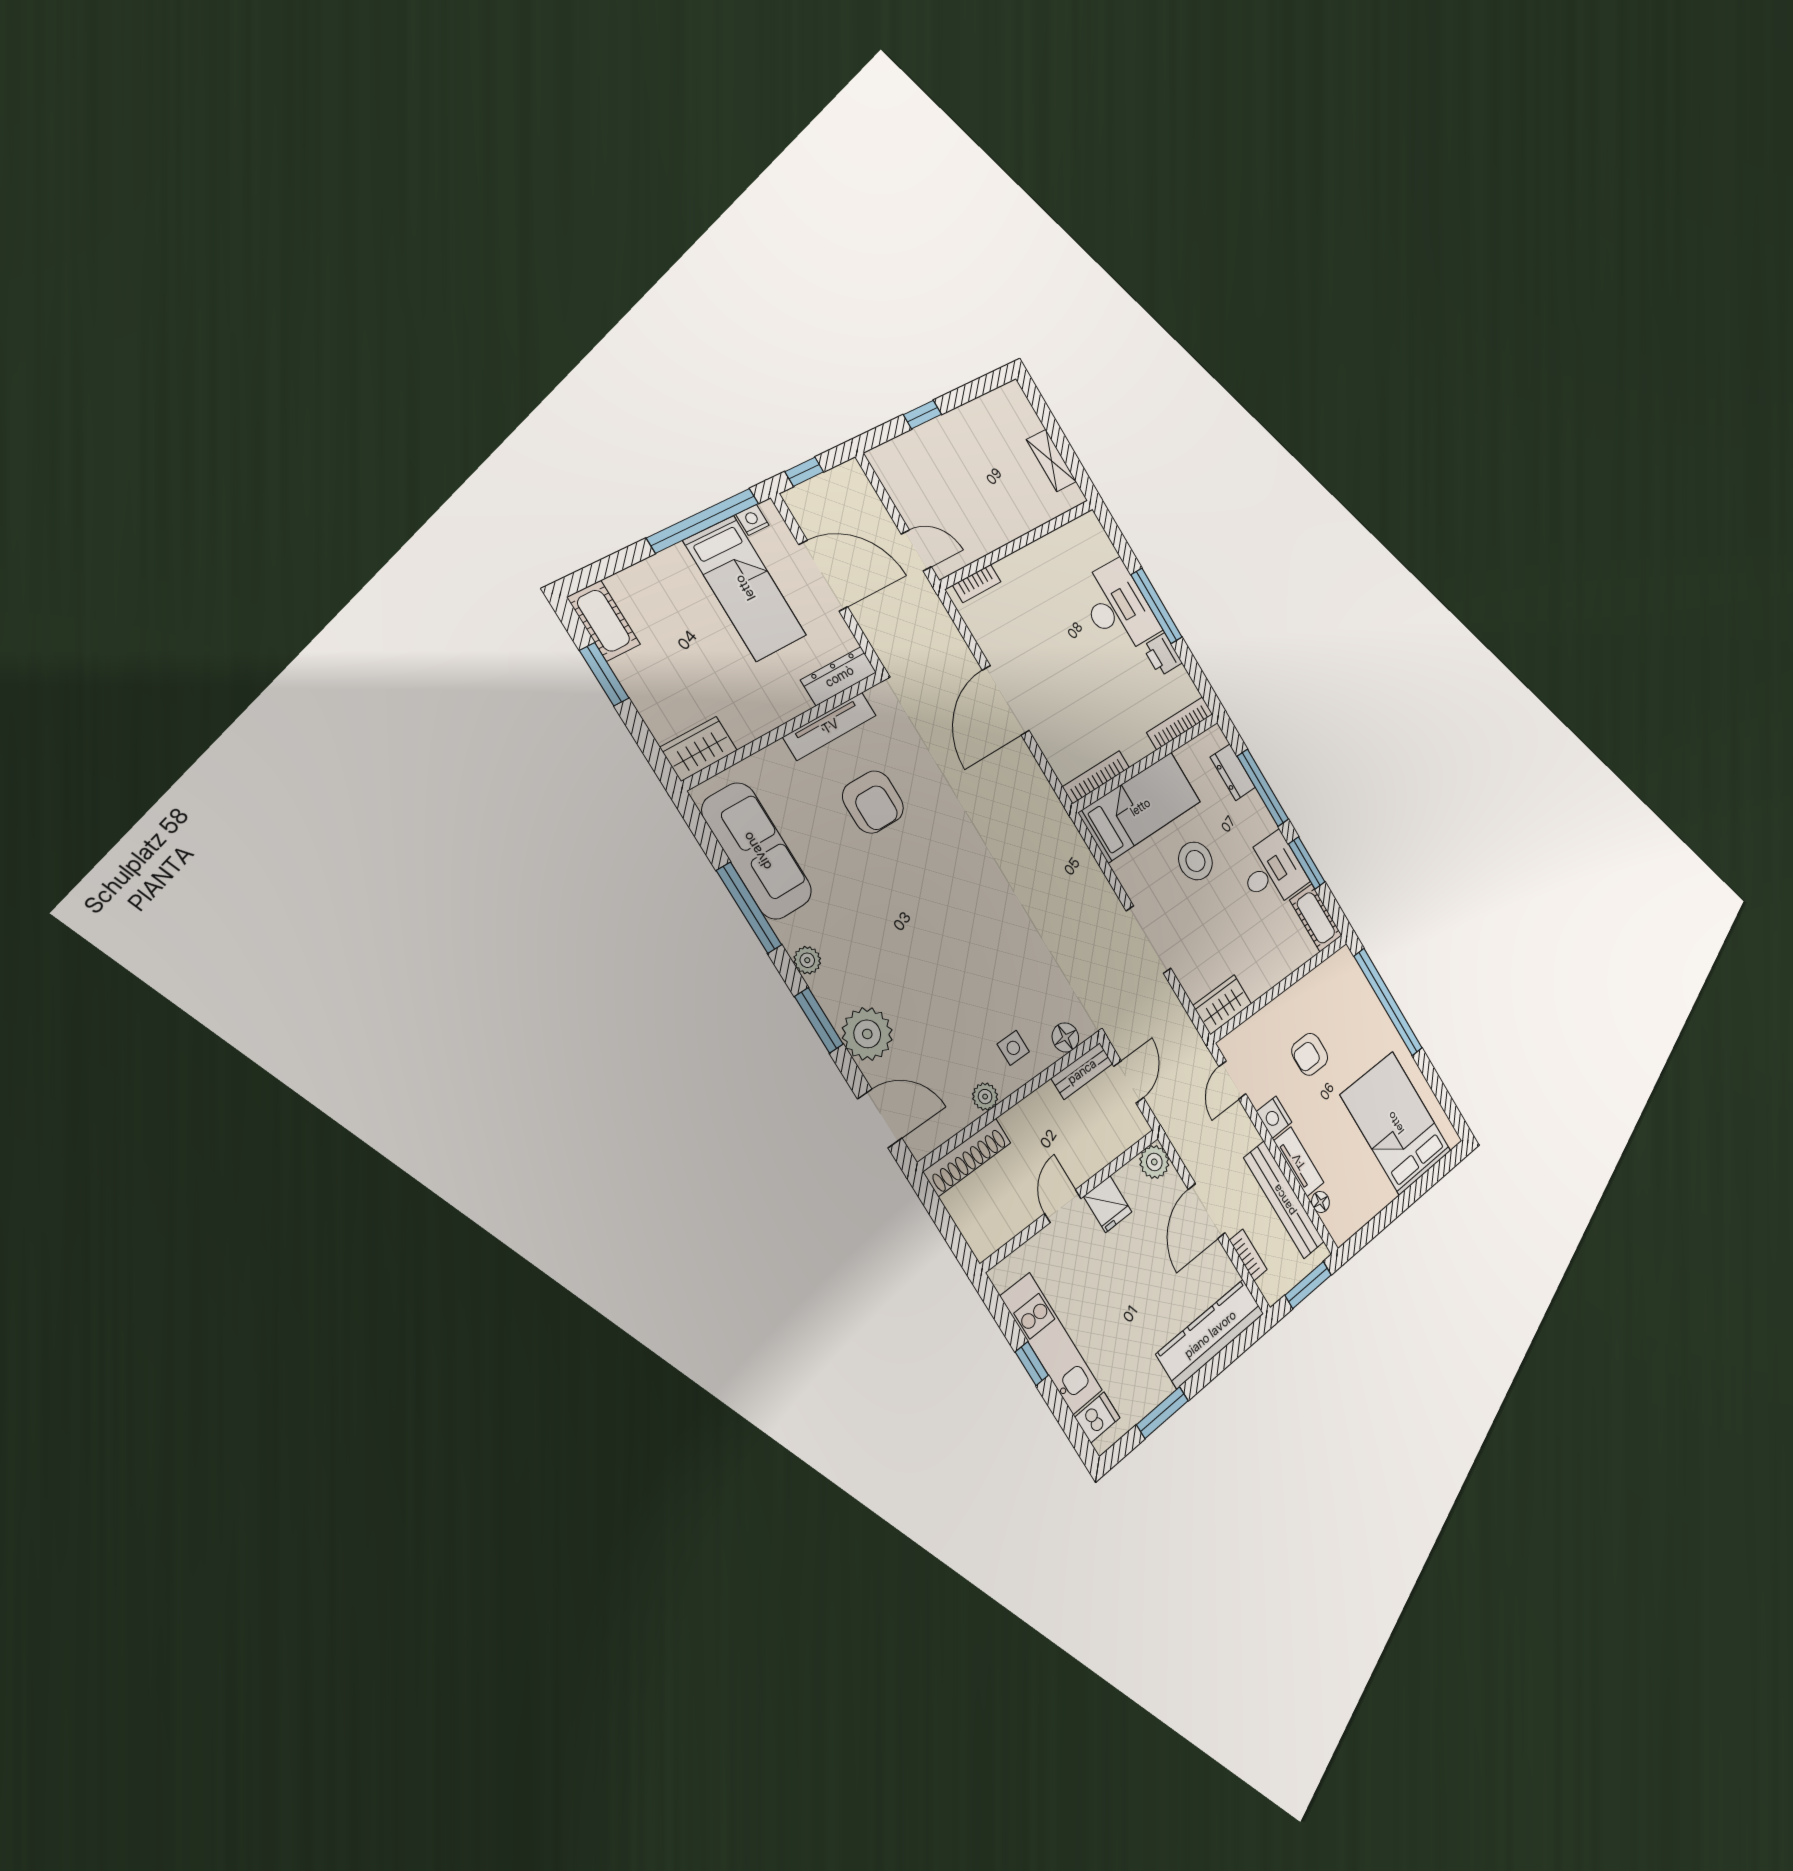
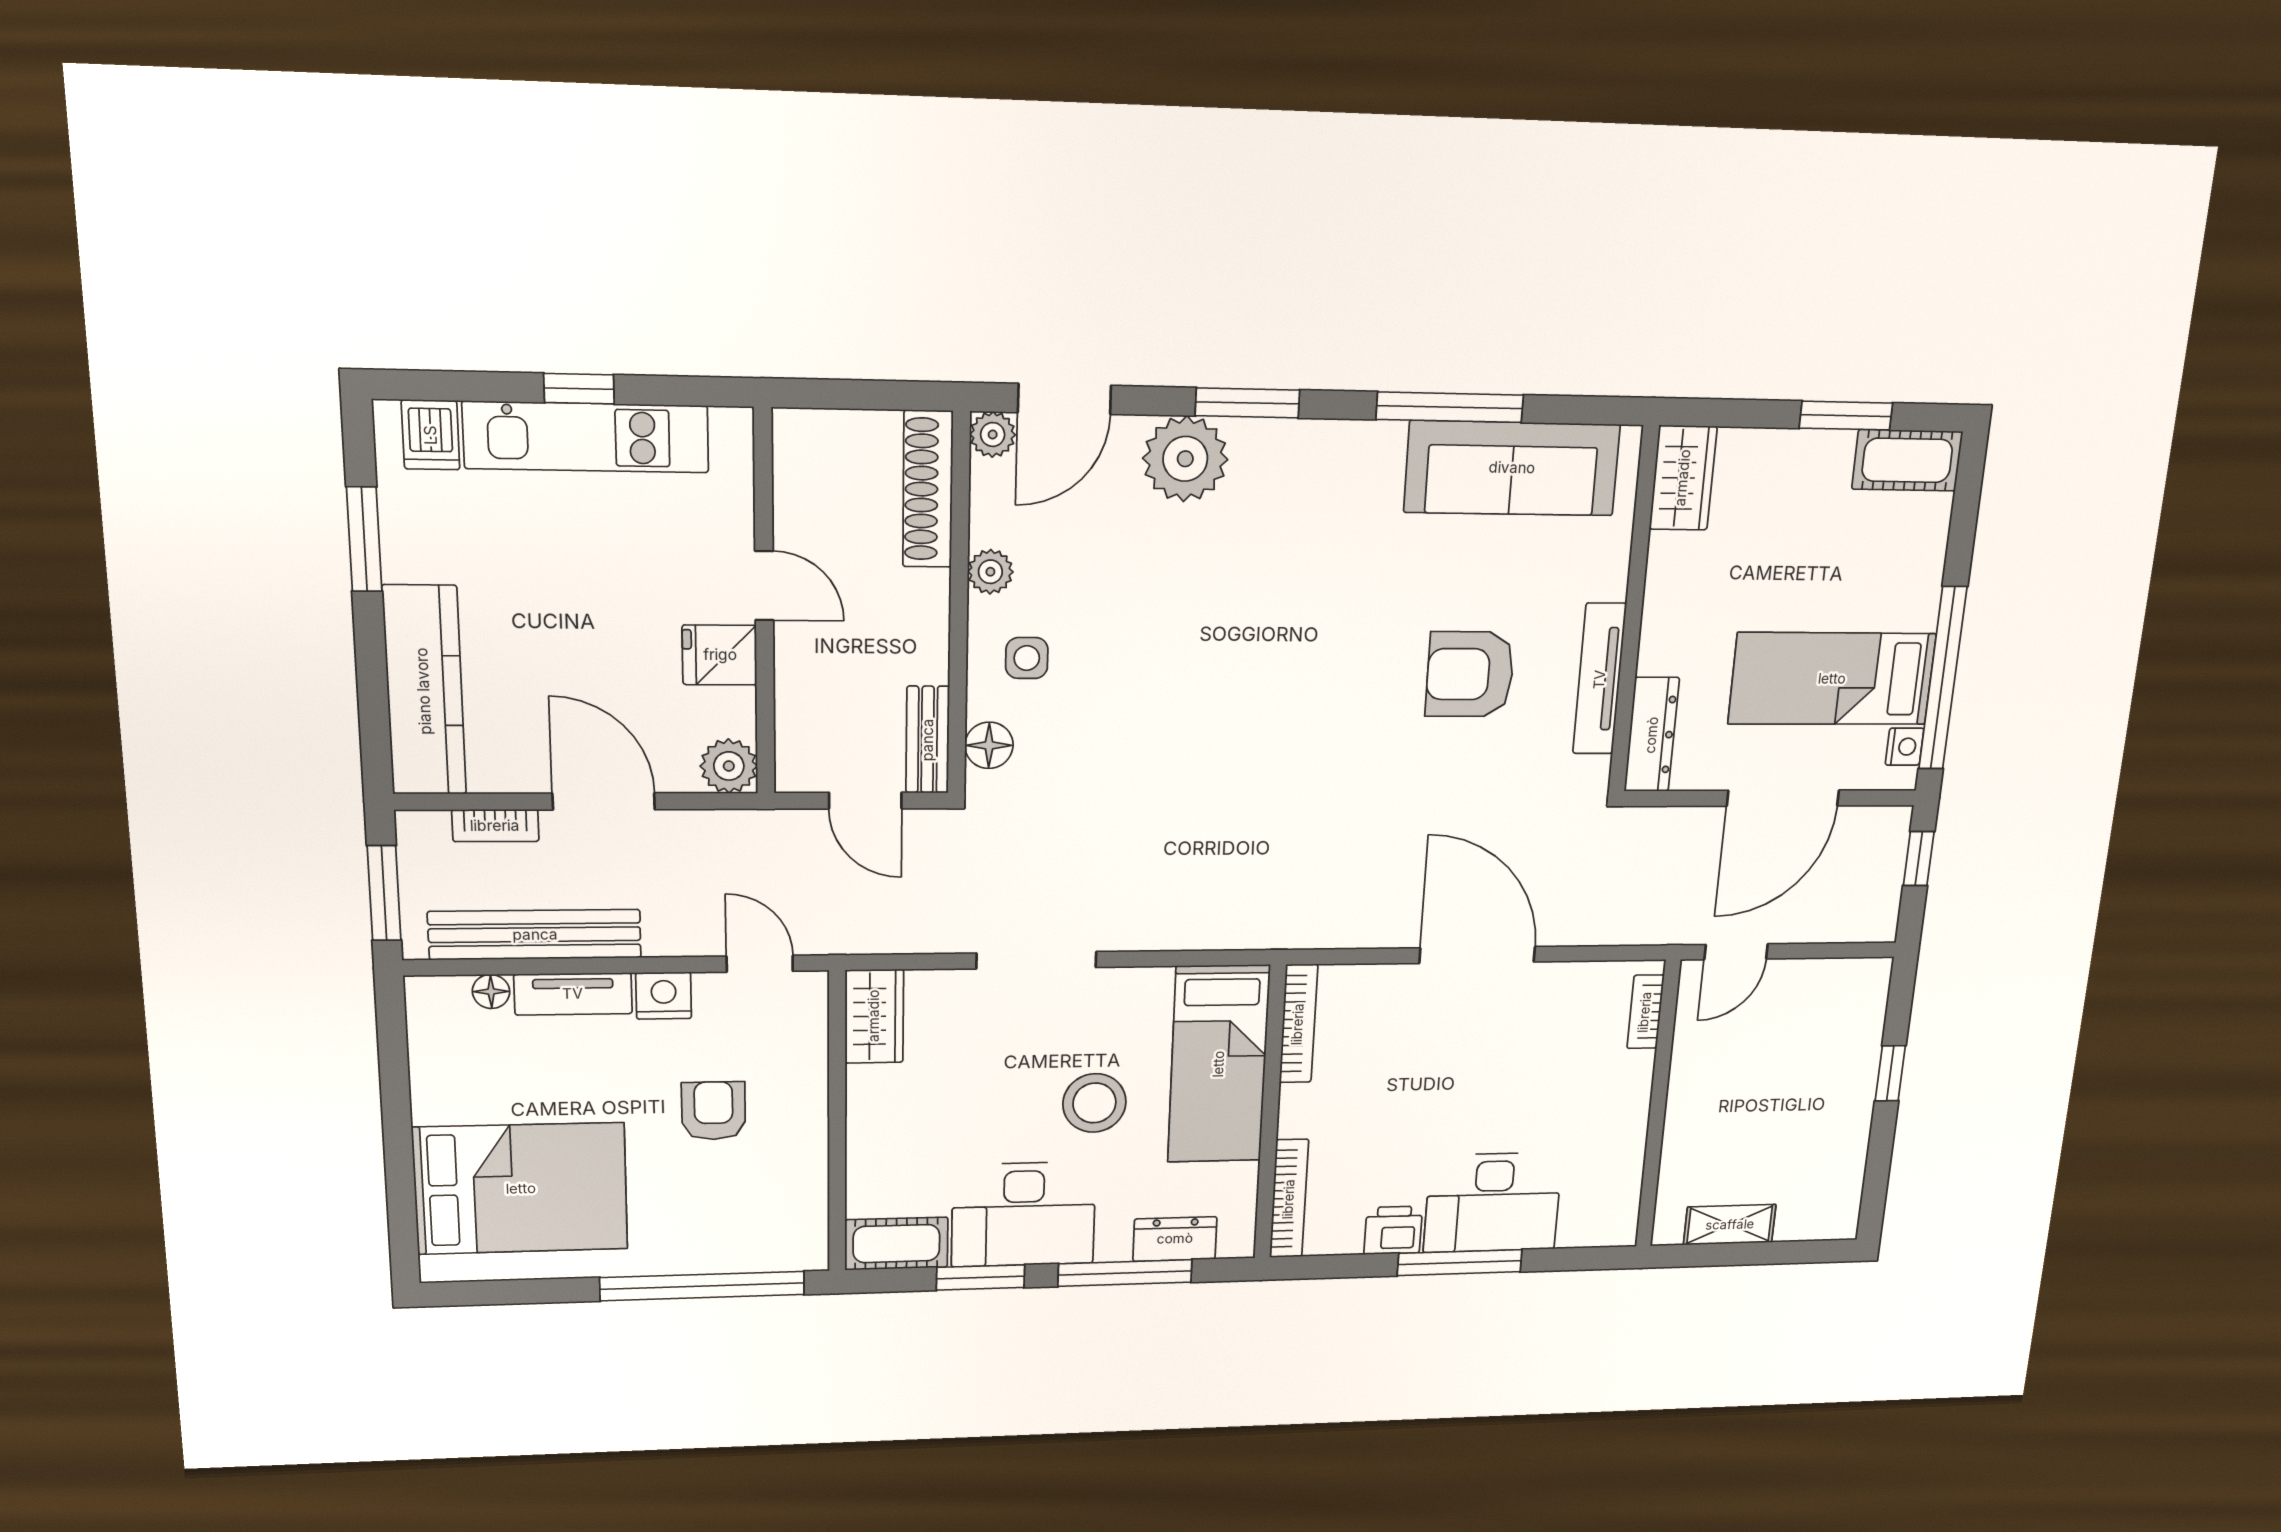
desk: (1272, 871) -> (1024, 1214), width x1.37
plant: (807, 960) -> (993, 435), moved

